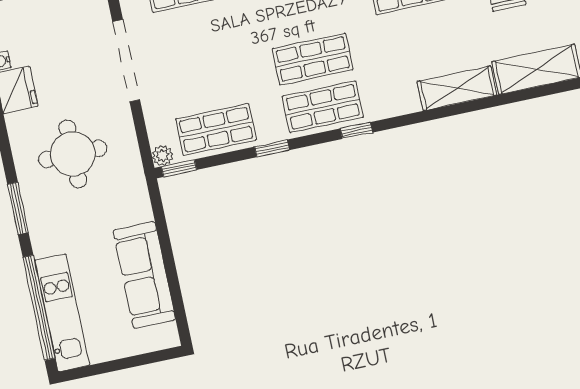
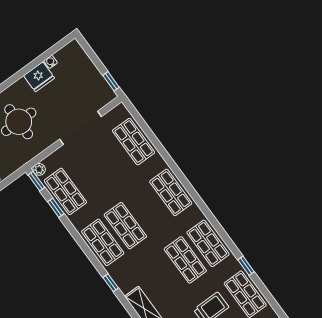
window: (356, 130) -> (111, 283), moved
window: (272, 148) -> (56, 208), moved

